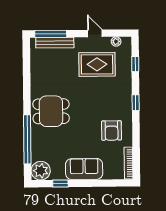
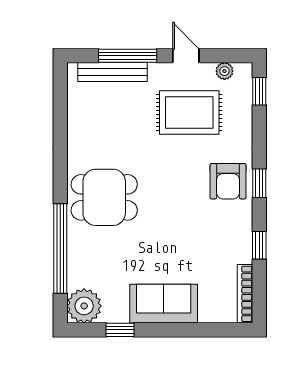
window: (51, 34) -> (128, 56), moved
window: (135, 64) -> (259, 91), moved
armchair: (112, 131) -> (228, 181), moved
window: (136, 136) -> (259, 245), added

